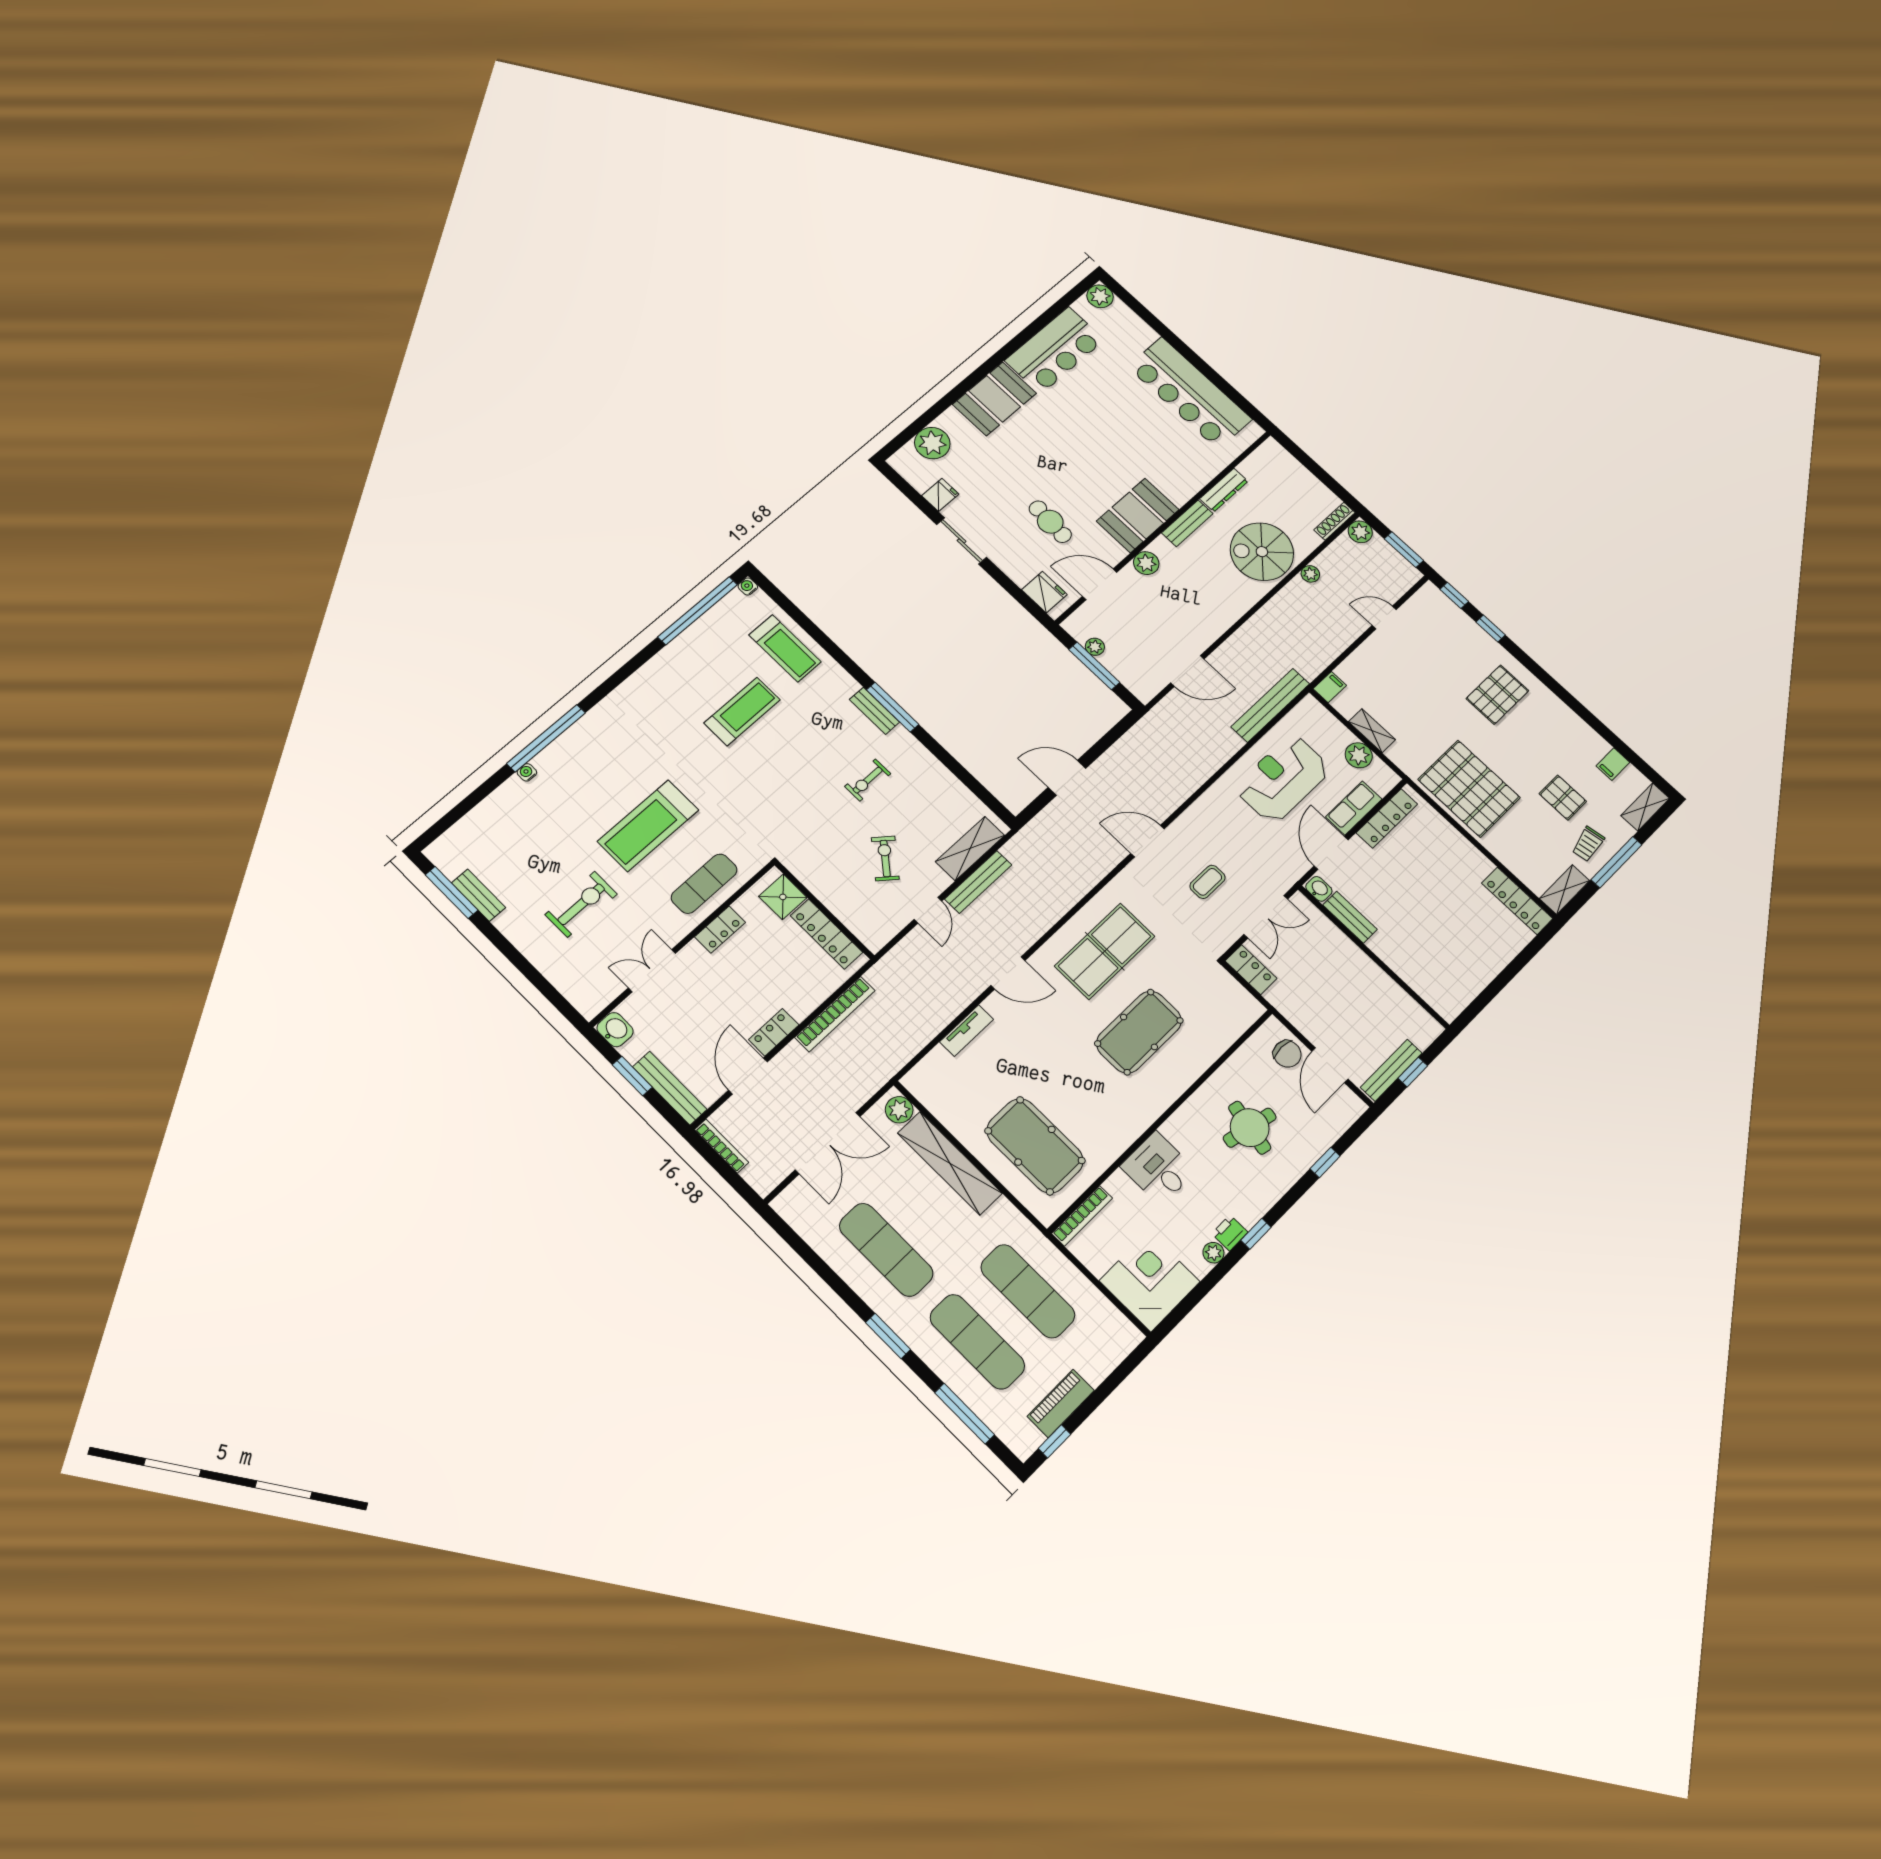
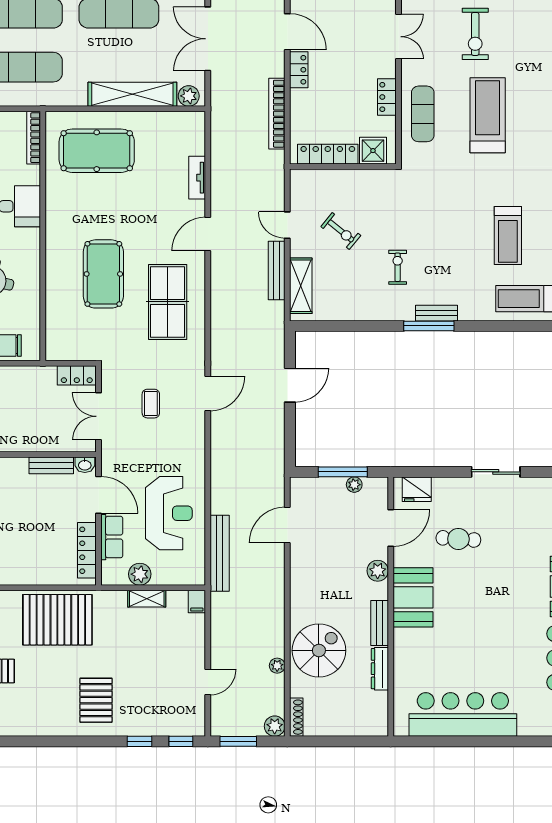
fridge: (940, 495) -> (538, 489), removed

